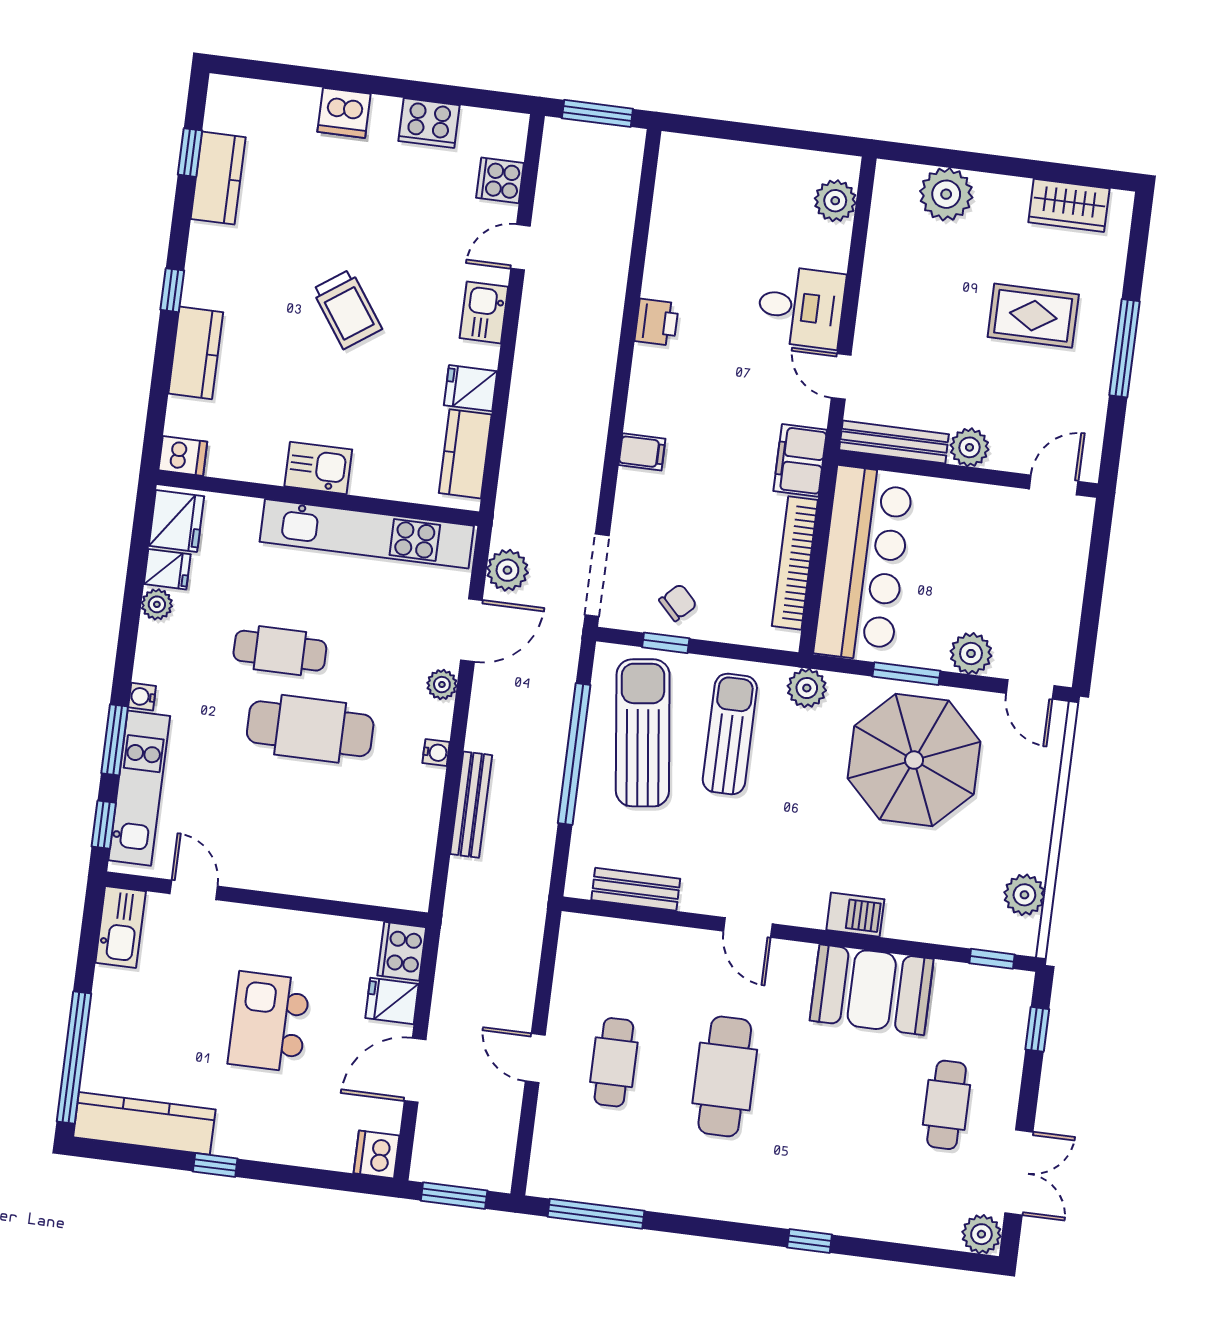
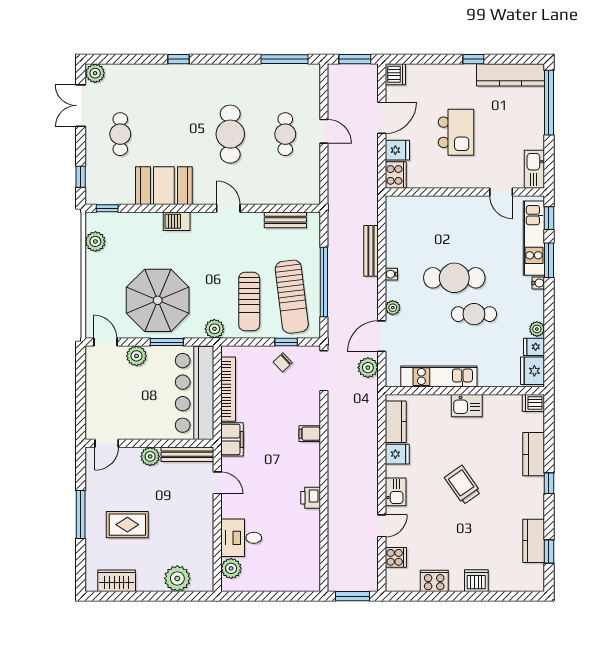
desk: (801, 307) -> (241, 538), moved
kitchen unit: (367, 534) -> (439, 377), width x0.73

